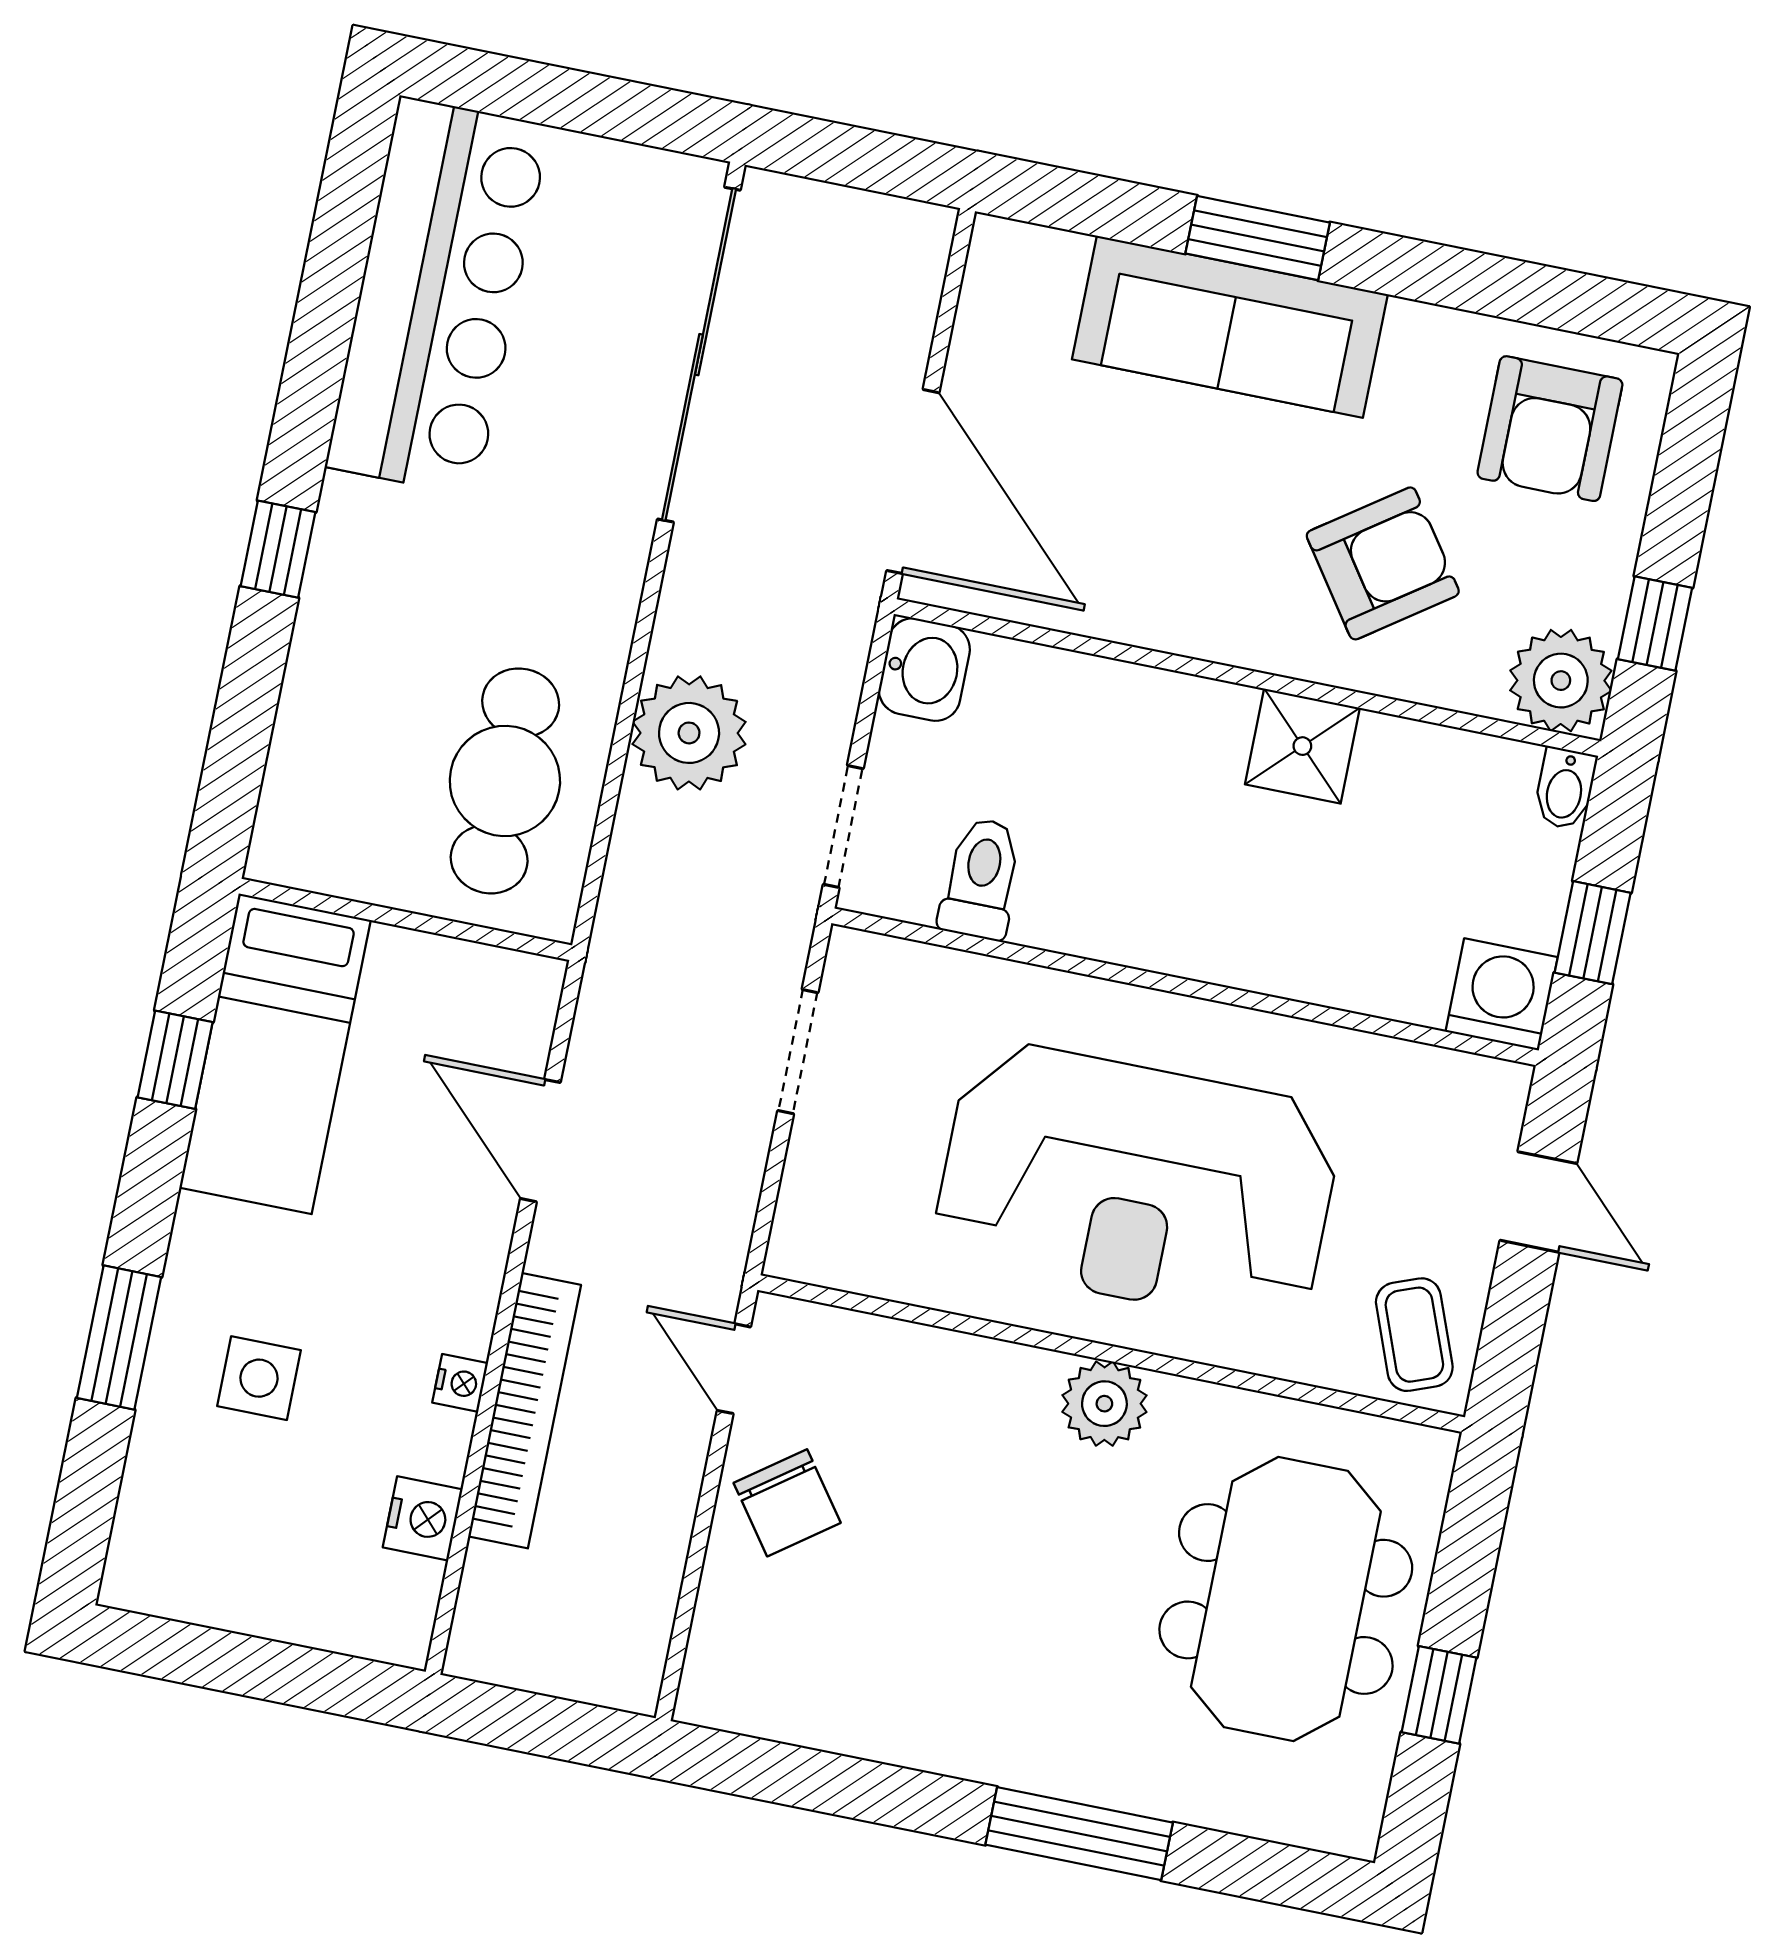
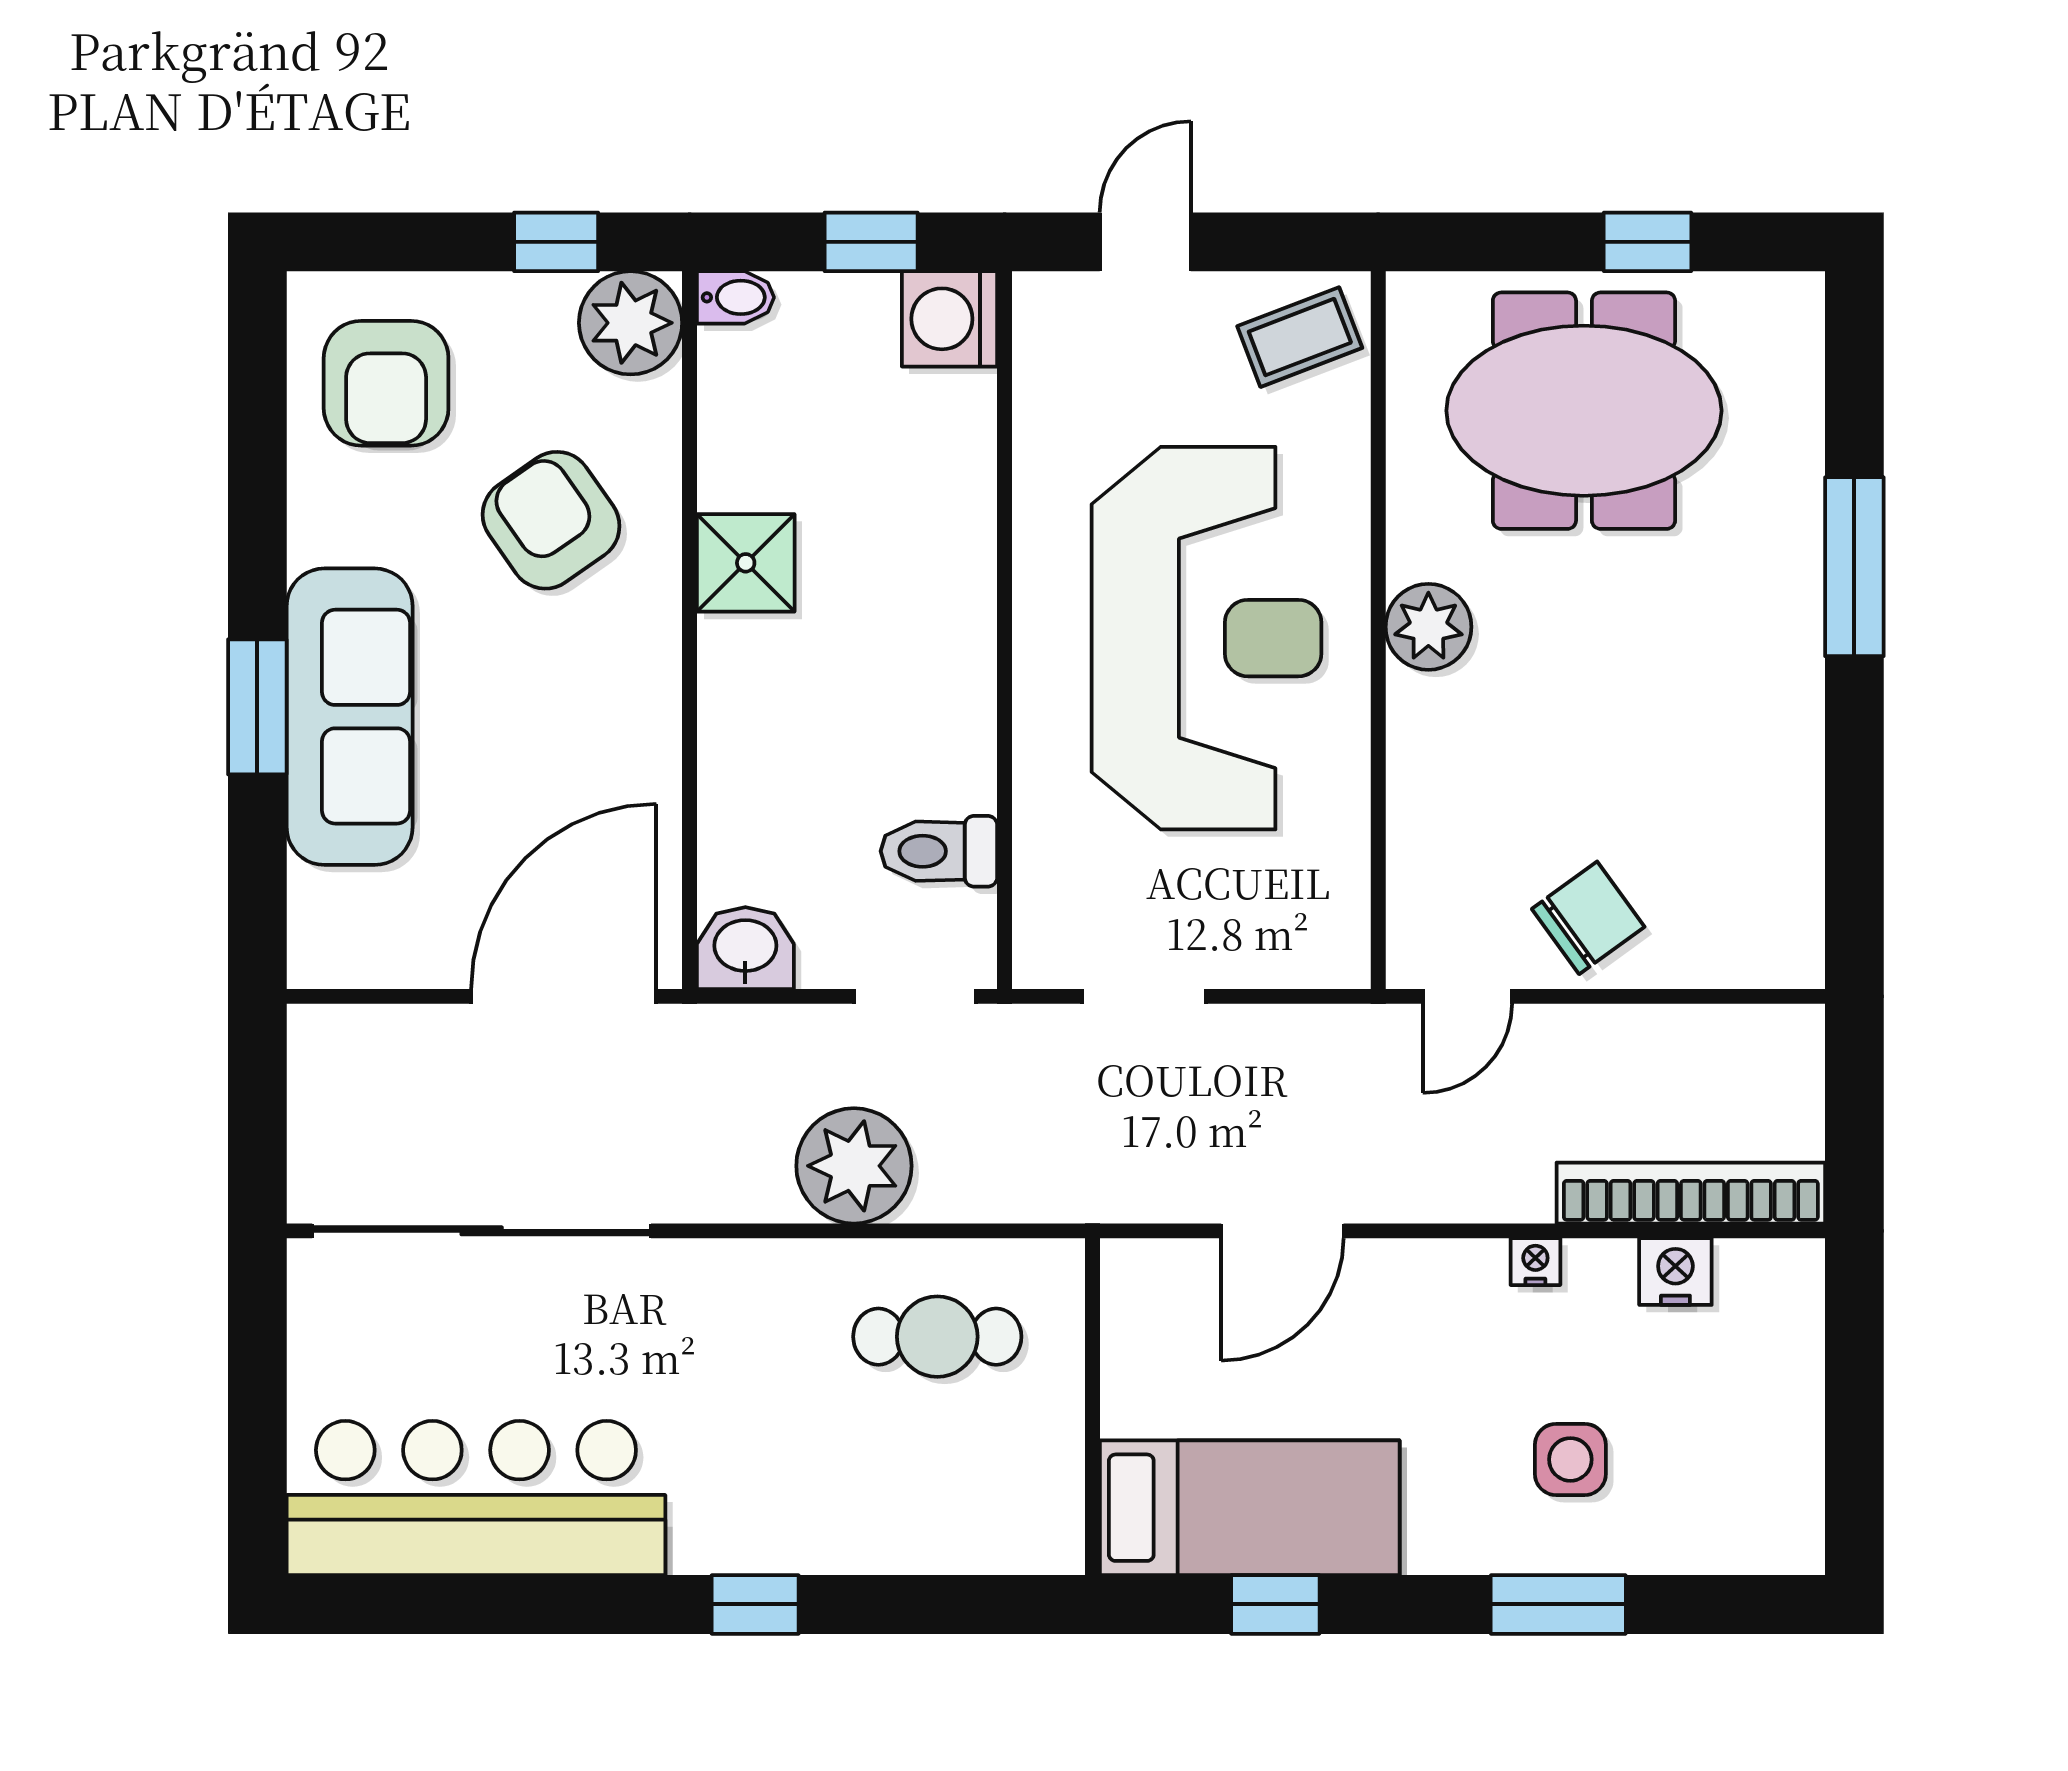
armchair: (1550, 429) -> (386, 383), turned 90
cafe table: (505, 781) -> (937, 1337), width x0.73, depth x0.74
bookcase: (525, 1411) -> (1691, 1193), moved

